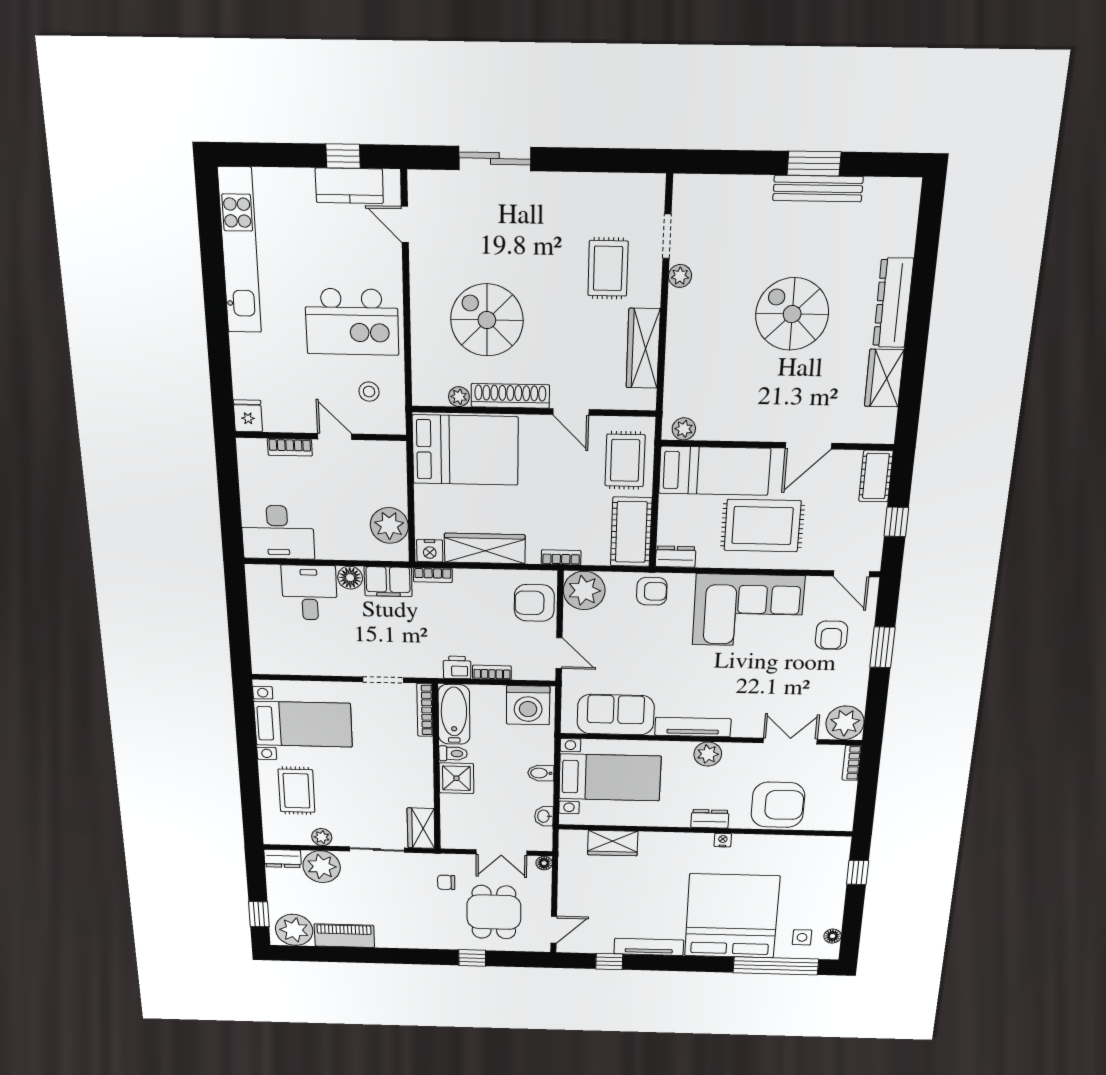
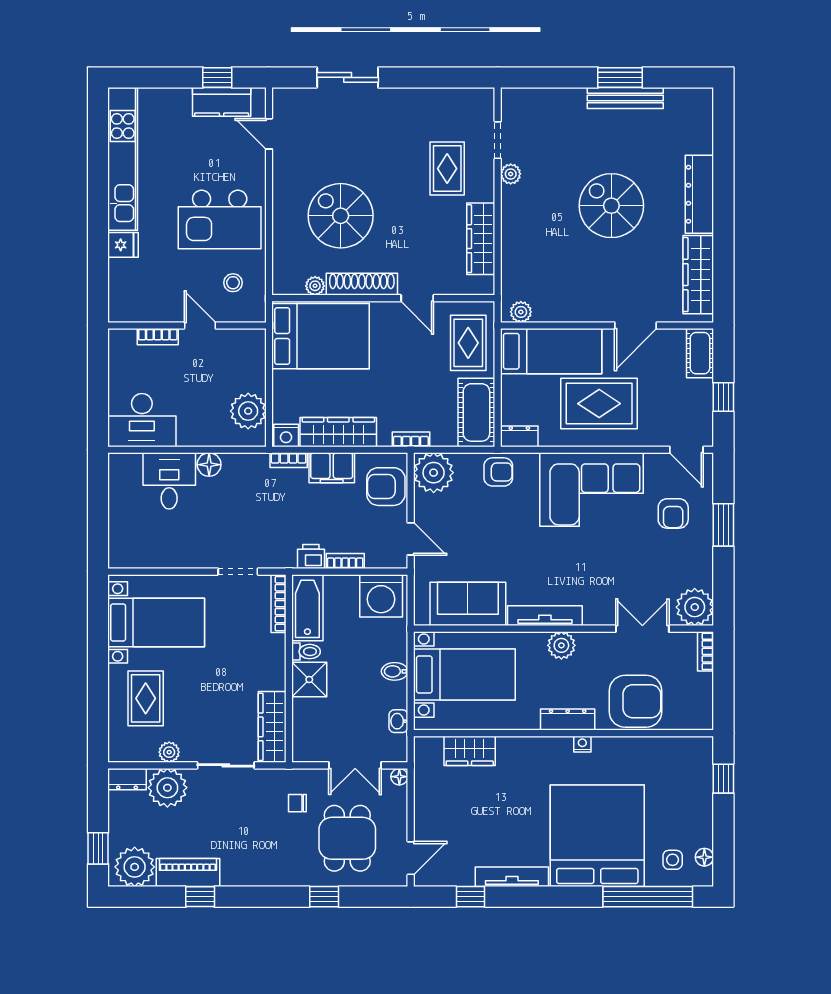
wardrobe: (884, 378) -> (698, 275), width x1.50
fridge: (248, 416) -> (123, 245), moved, turned 90
filing cabinet: (388, 582) -> (332, 468), moved
dresser: (710, 819) -> (568, 720), width x1.44
wardrobe: (421, 828) -> (272, 727), width x1.50
window: (356, 955) -> (200, 897), added

